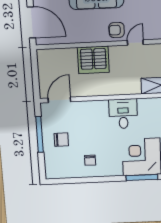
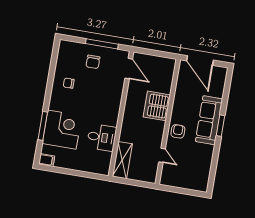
door: (31, 22) -> (200, 60), hinge flipped
door: (135, 43) -> (162, 155), moved
desk: (123, 114) -> (102, 137), moved

